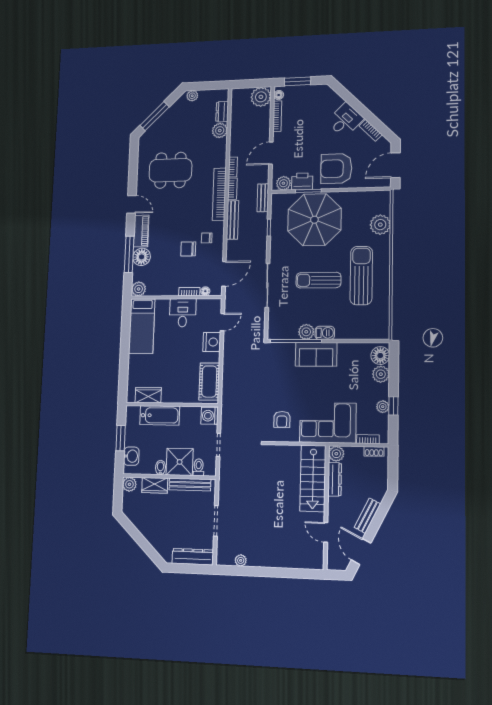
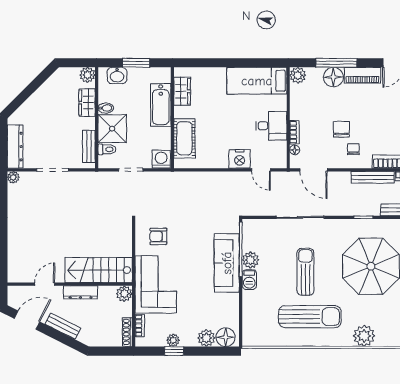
sofa: (316, 354) -> (227, 263), width x1.36
cot: (209, 381) -> (184, 138), moved, turned 90
shoe rack: (374, 451) -> (127, 332), width x1.43
dresser: (335, 479) -> (81, 292), moved
bench: (190, 485) -> (89, 147), width x0.73
plant: (241, 560) -> (13, 177), moved

